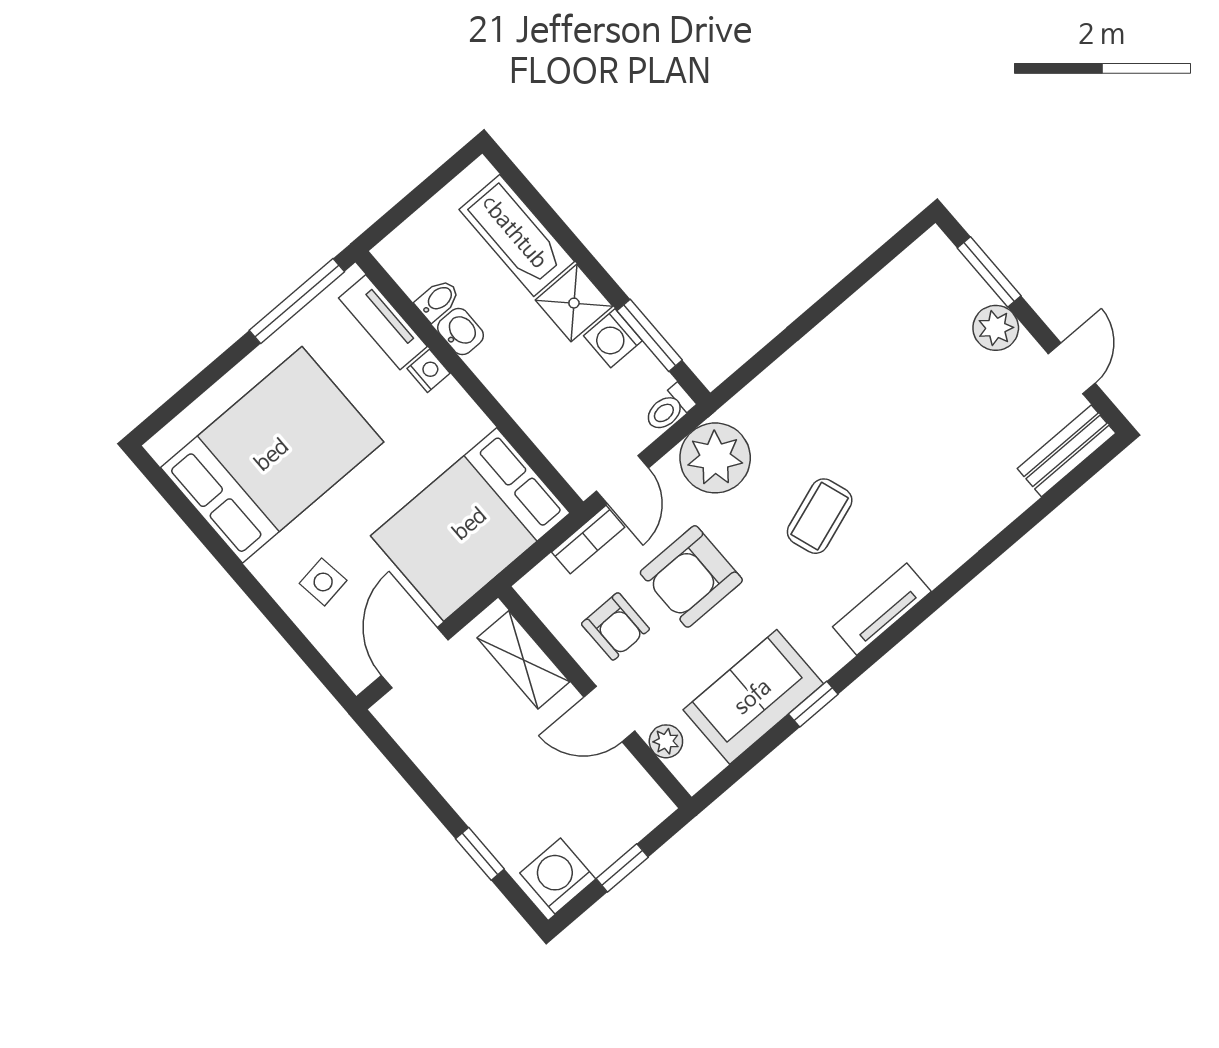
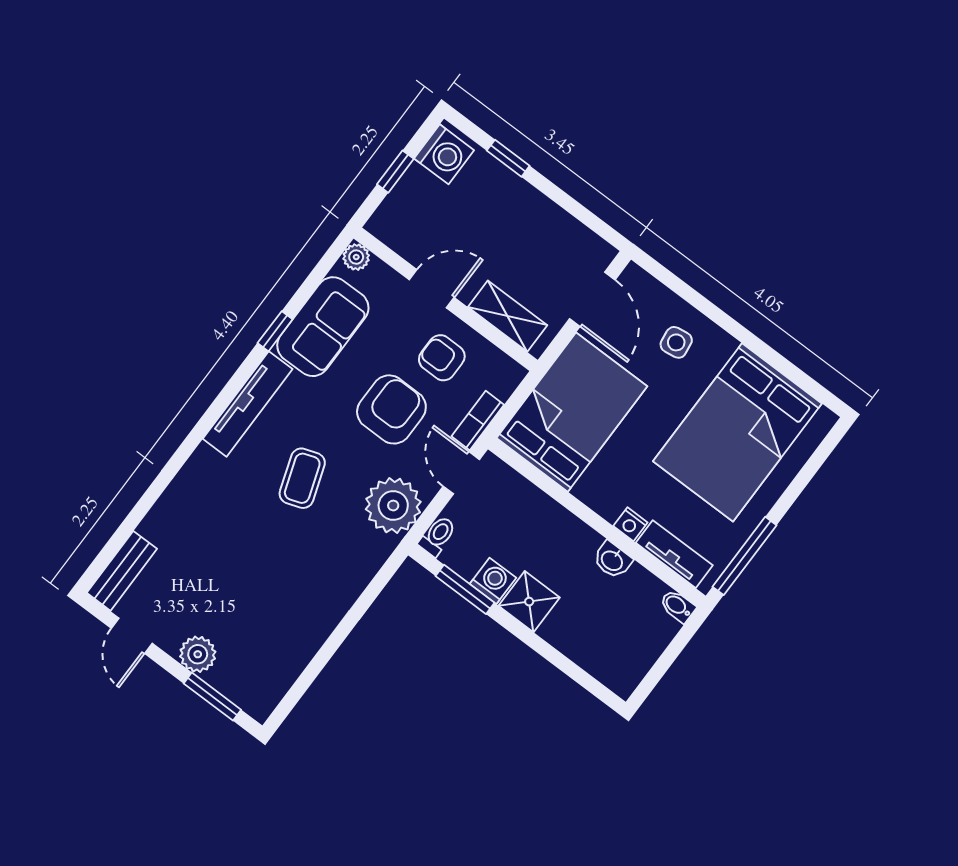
bathtub: (517, 236) -> (585, 644), removed
bidet: (438, 300) -> (678, 606), moved, turned 90
tv unit: (882, 609) -> (248, 404), width x1.41
plant: (666, 741) -> (356, 257), moved

